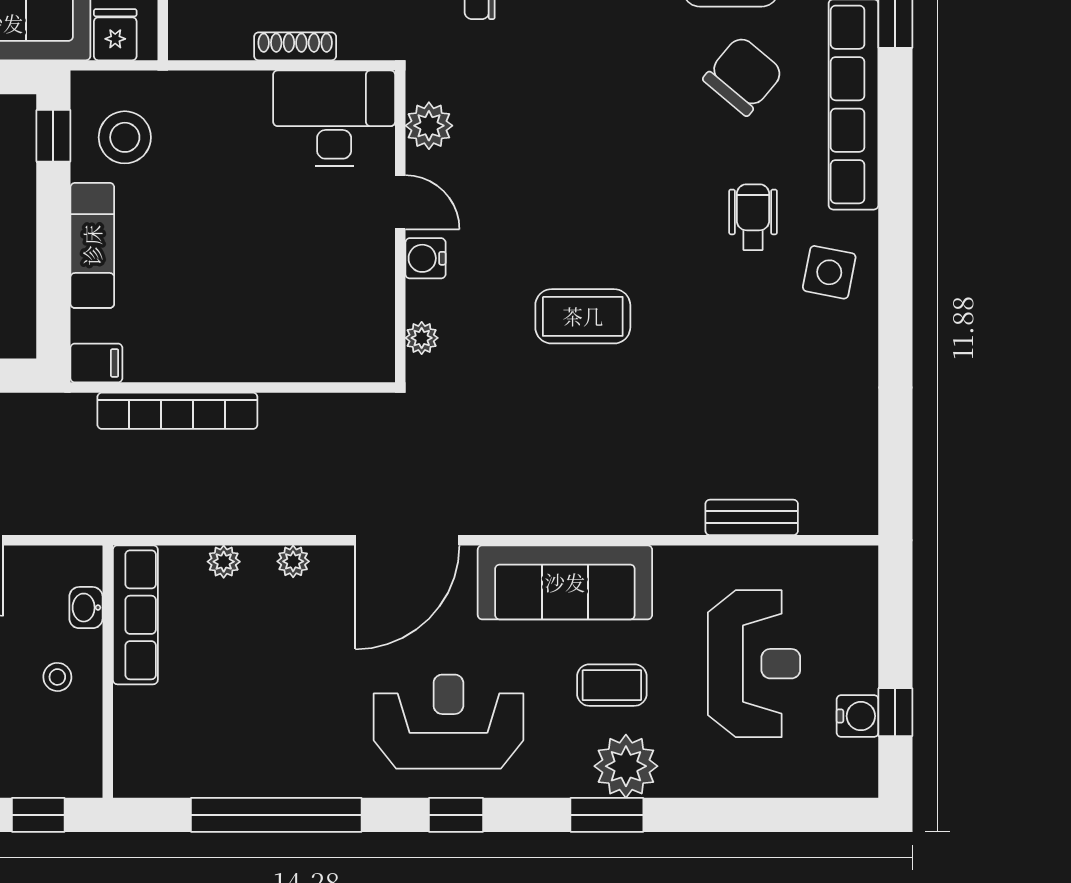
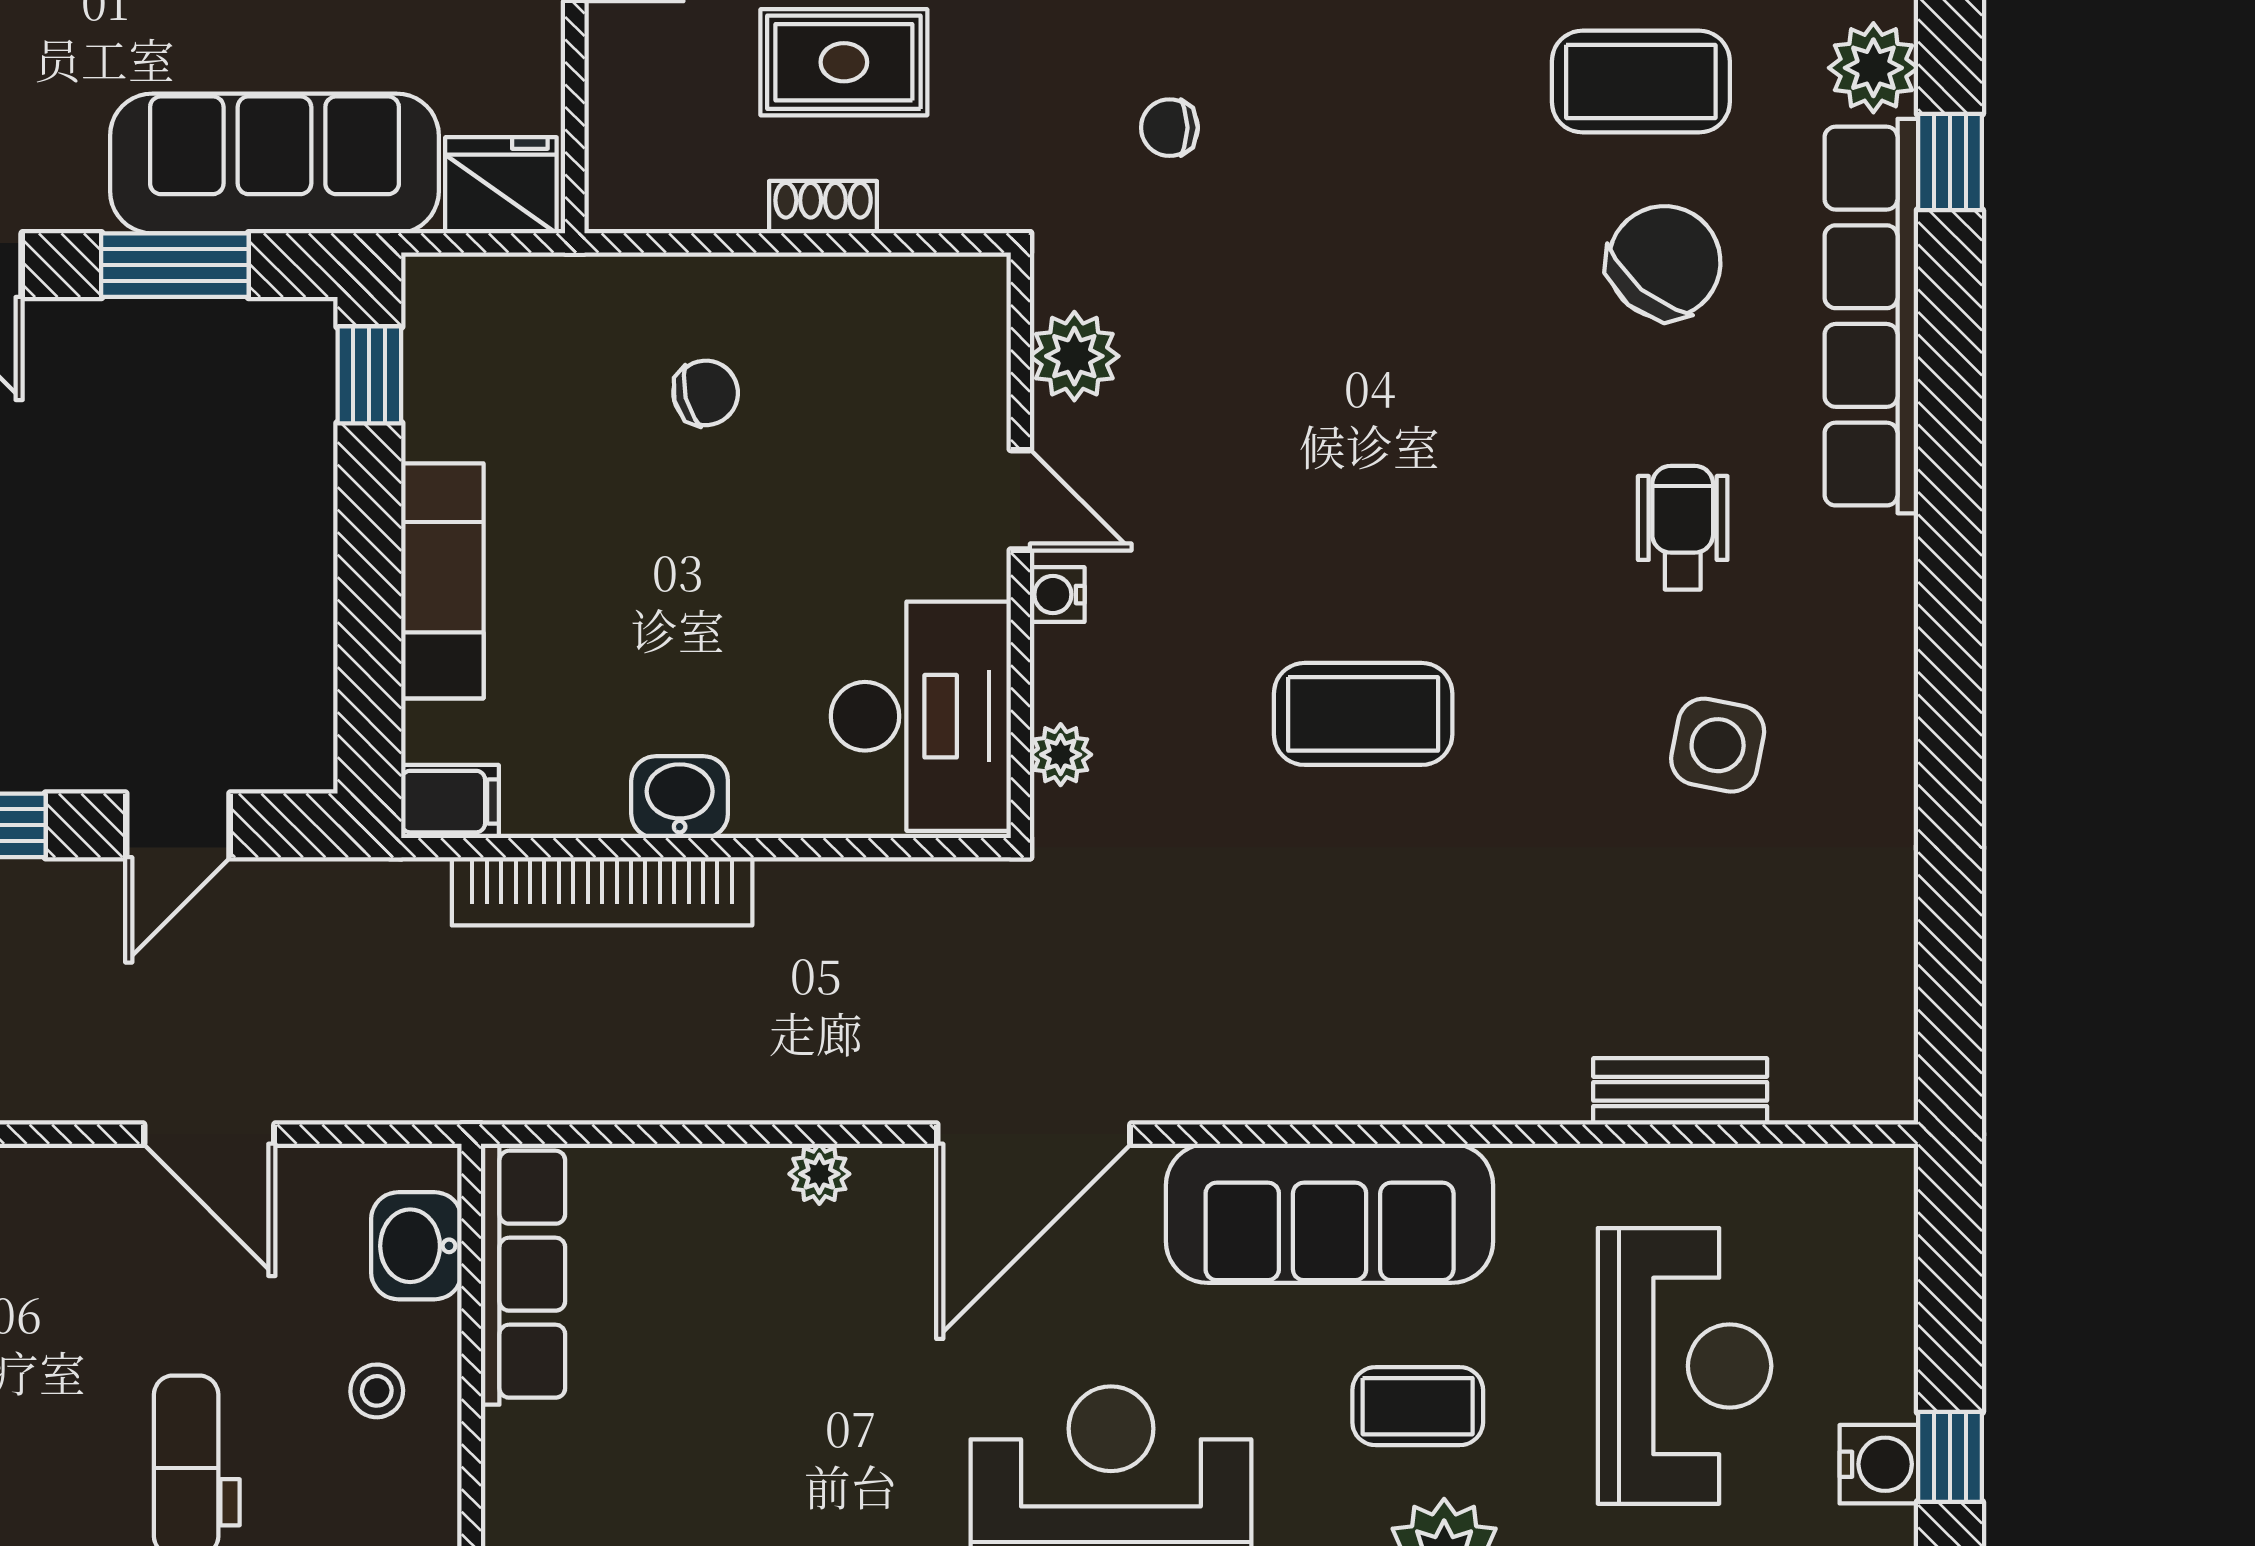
fridge: (115, 35) -> (501, 185), width x1.38
shoe rack: (295, 46) -> (823, 207), width x0.70
desk: (334, 118) -> (921, 716), moved, turned 90
stool: (125, 137) -> (503, 378), removed
chair: (233, 145) -> (706, 393), added
water cooler: (425, 258) -> (1057, 595), width x0.72, depth x0.72
side table: (829, 272) -> (1718, 745), moved
washbasin: (219, 361) -> (680, 797), added
plant: (224, 562) -> (689, 1174), removed
washbasin: (86, 608) -> (416, 1246), width x1.38, depth x1.45

